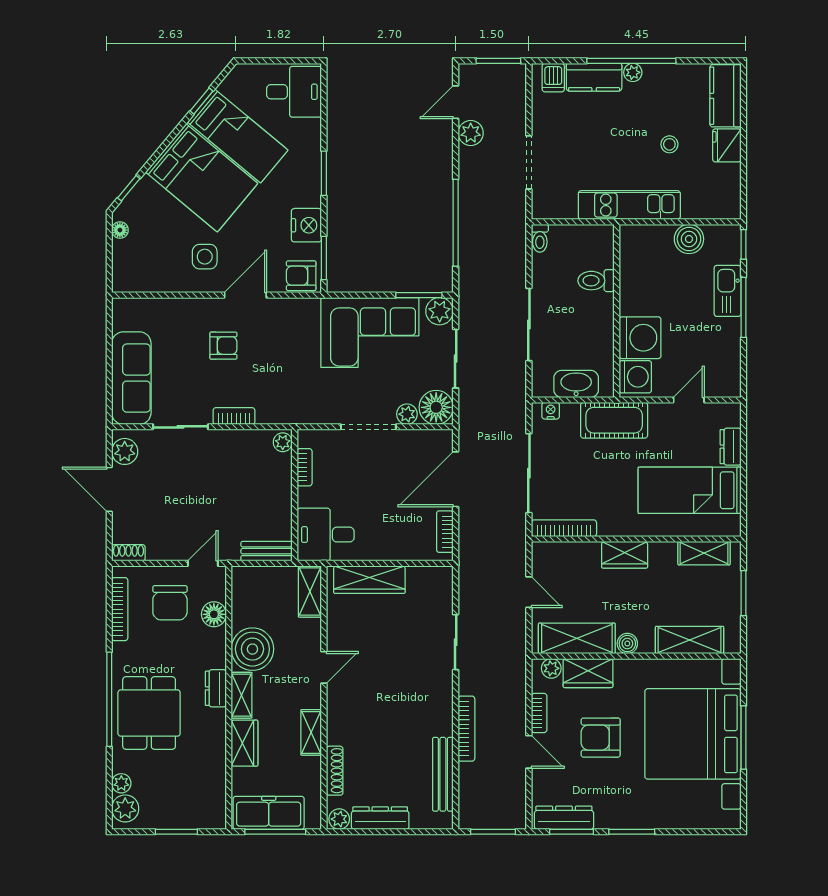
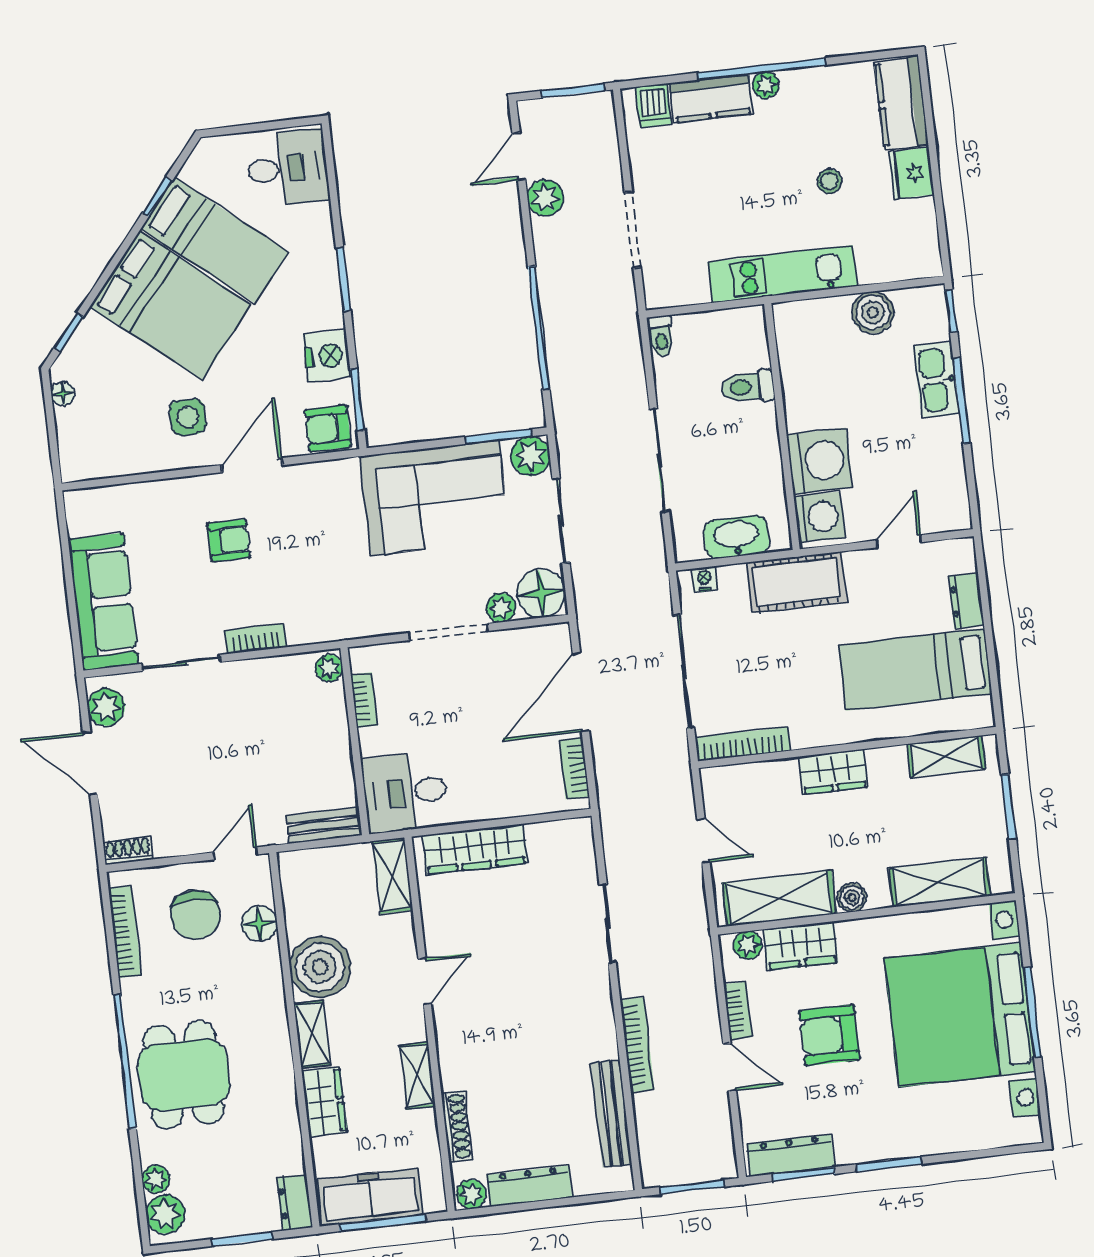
dresser: (216, 688) -> (295, 1203), moved

